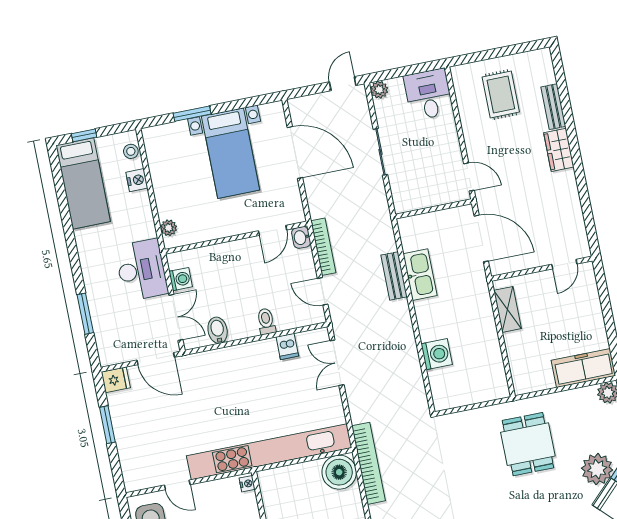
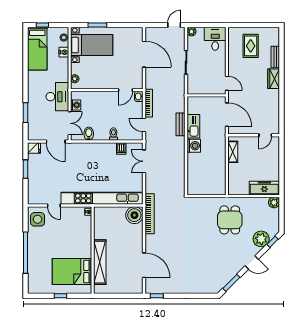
bed with nightstands: (231, 153) -> (92, 45), moved, turned -90
washing machine: (437, 354) -> (194, 146), moved

